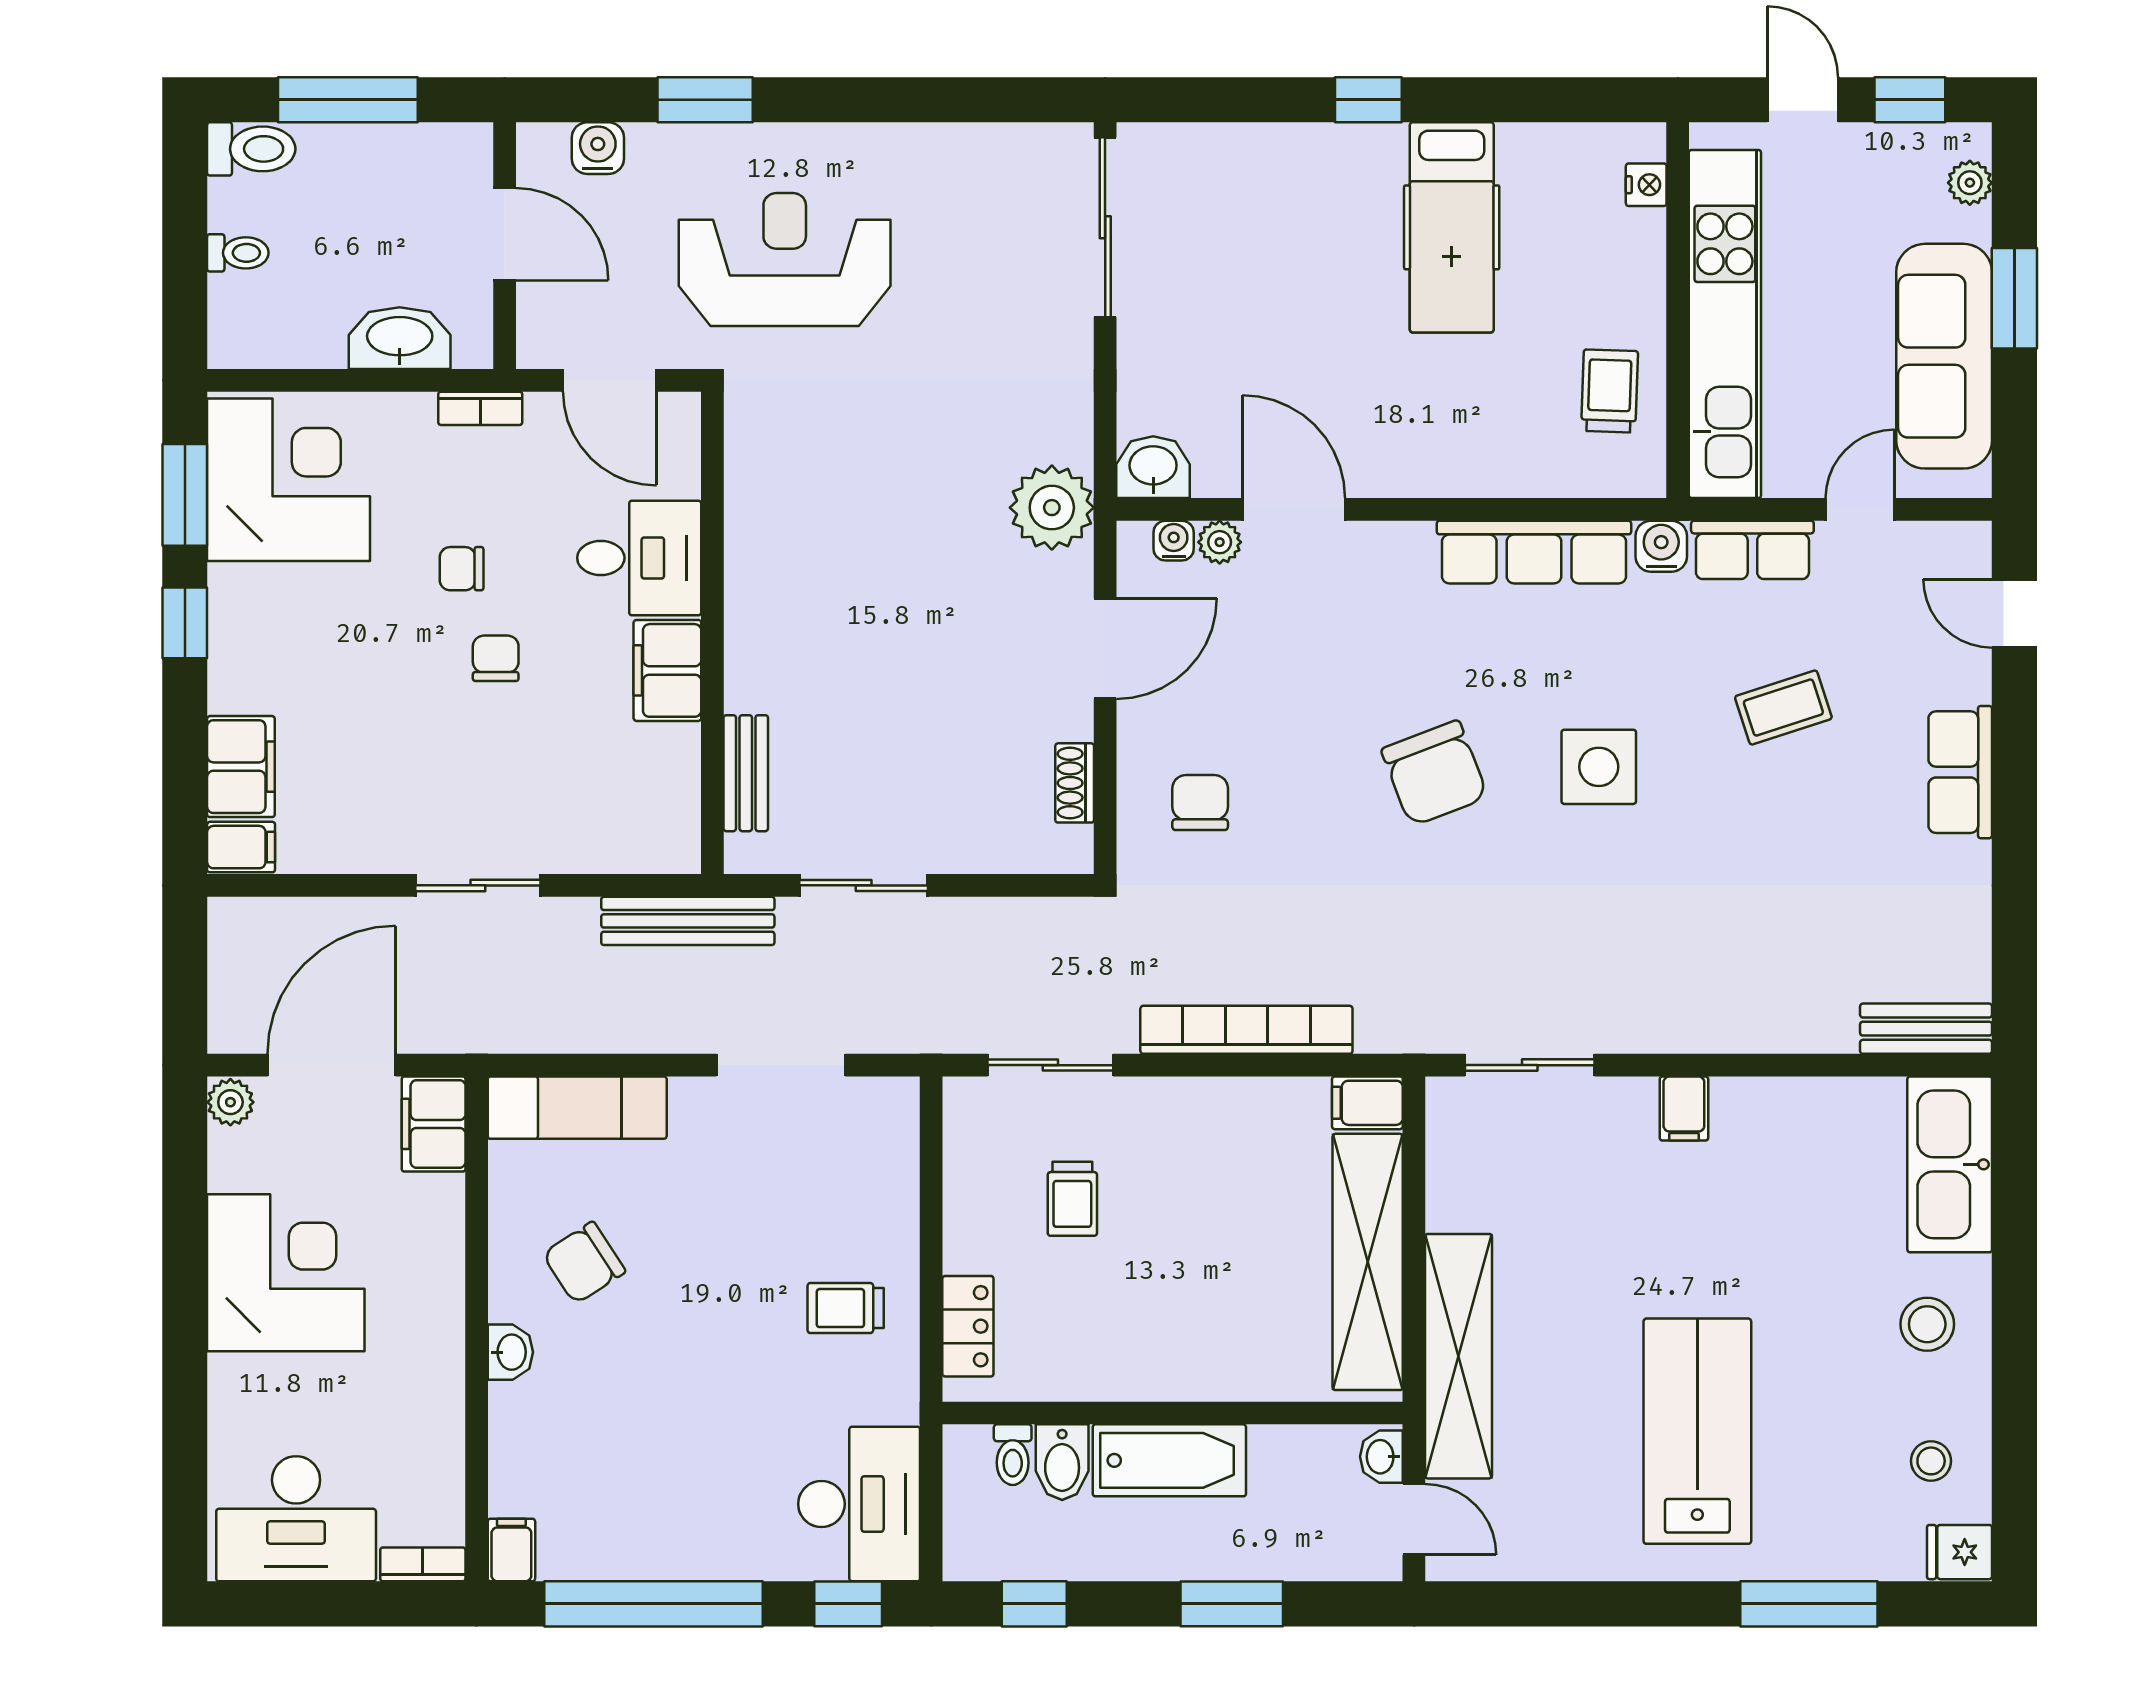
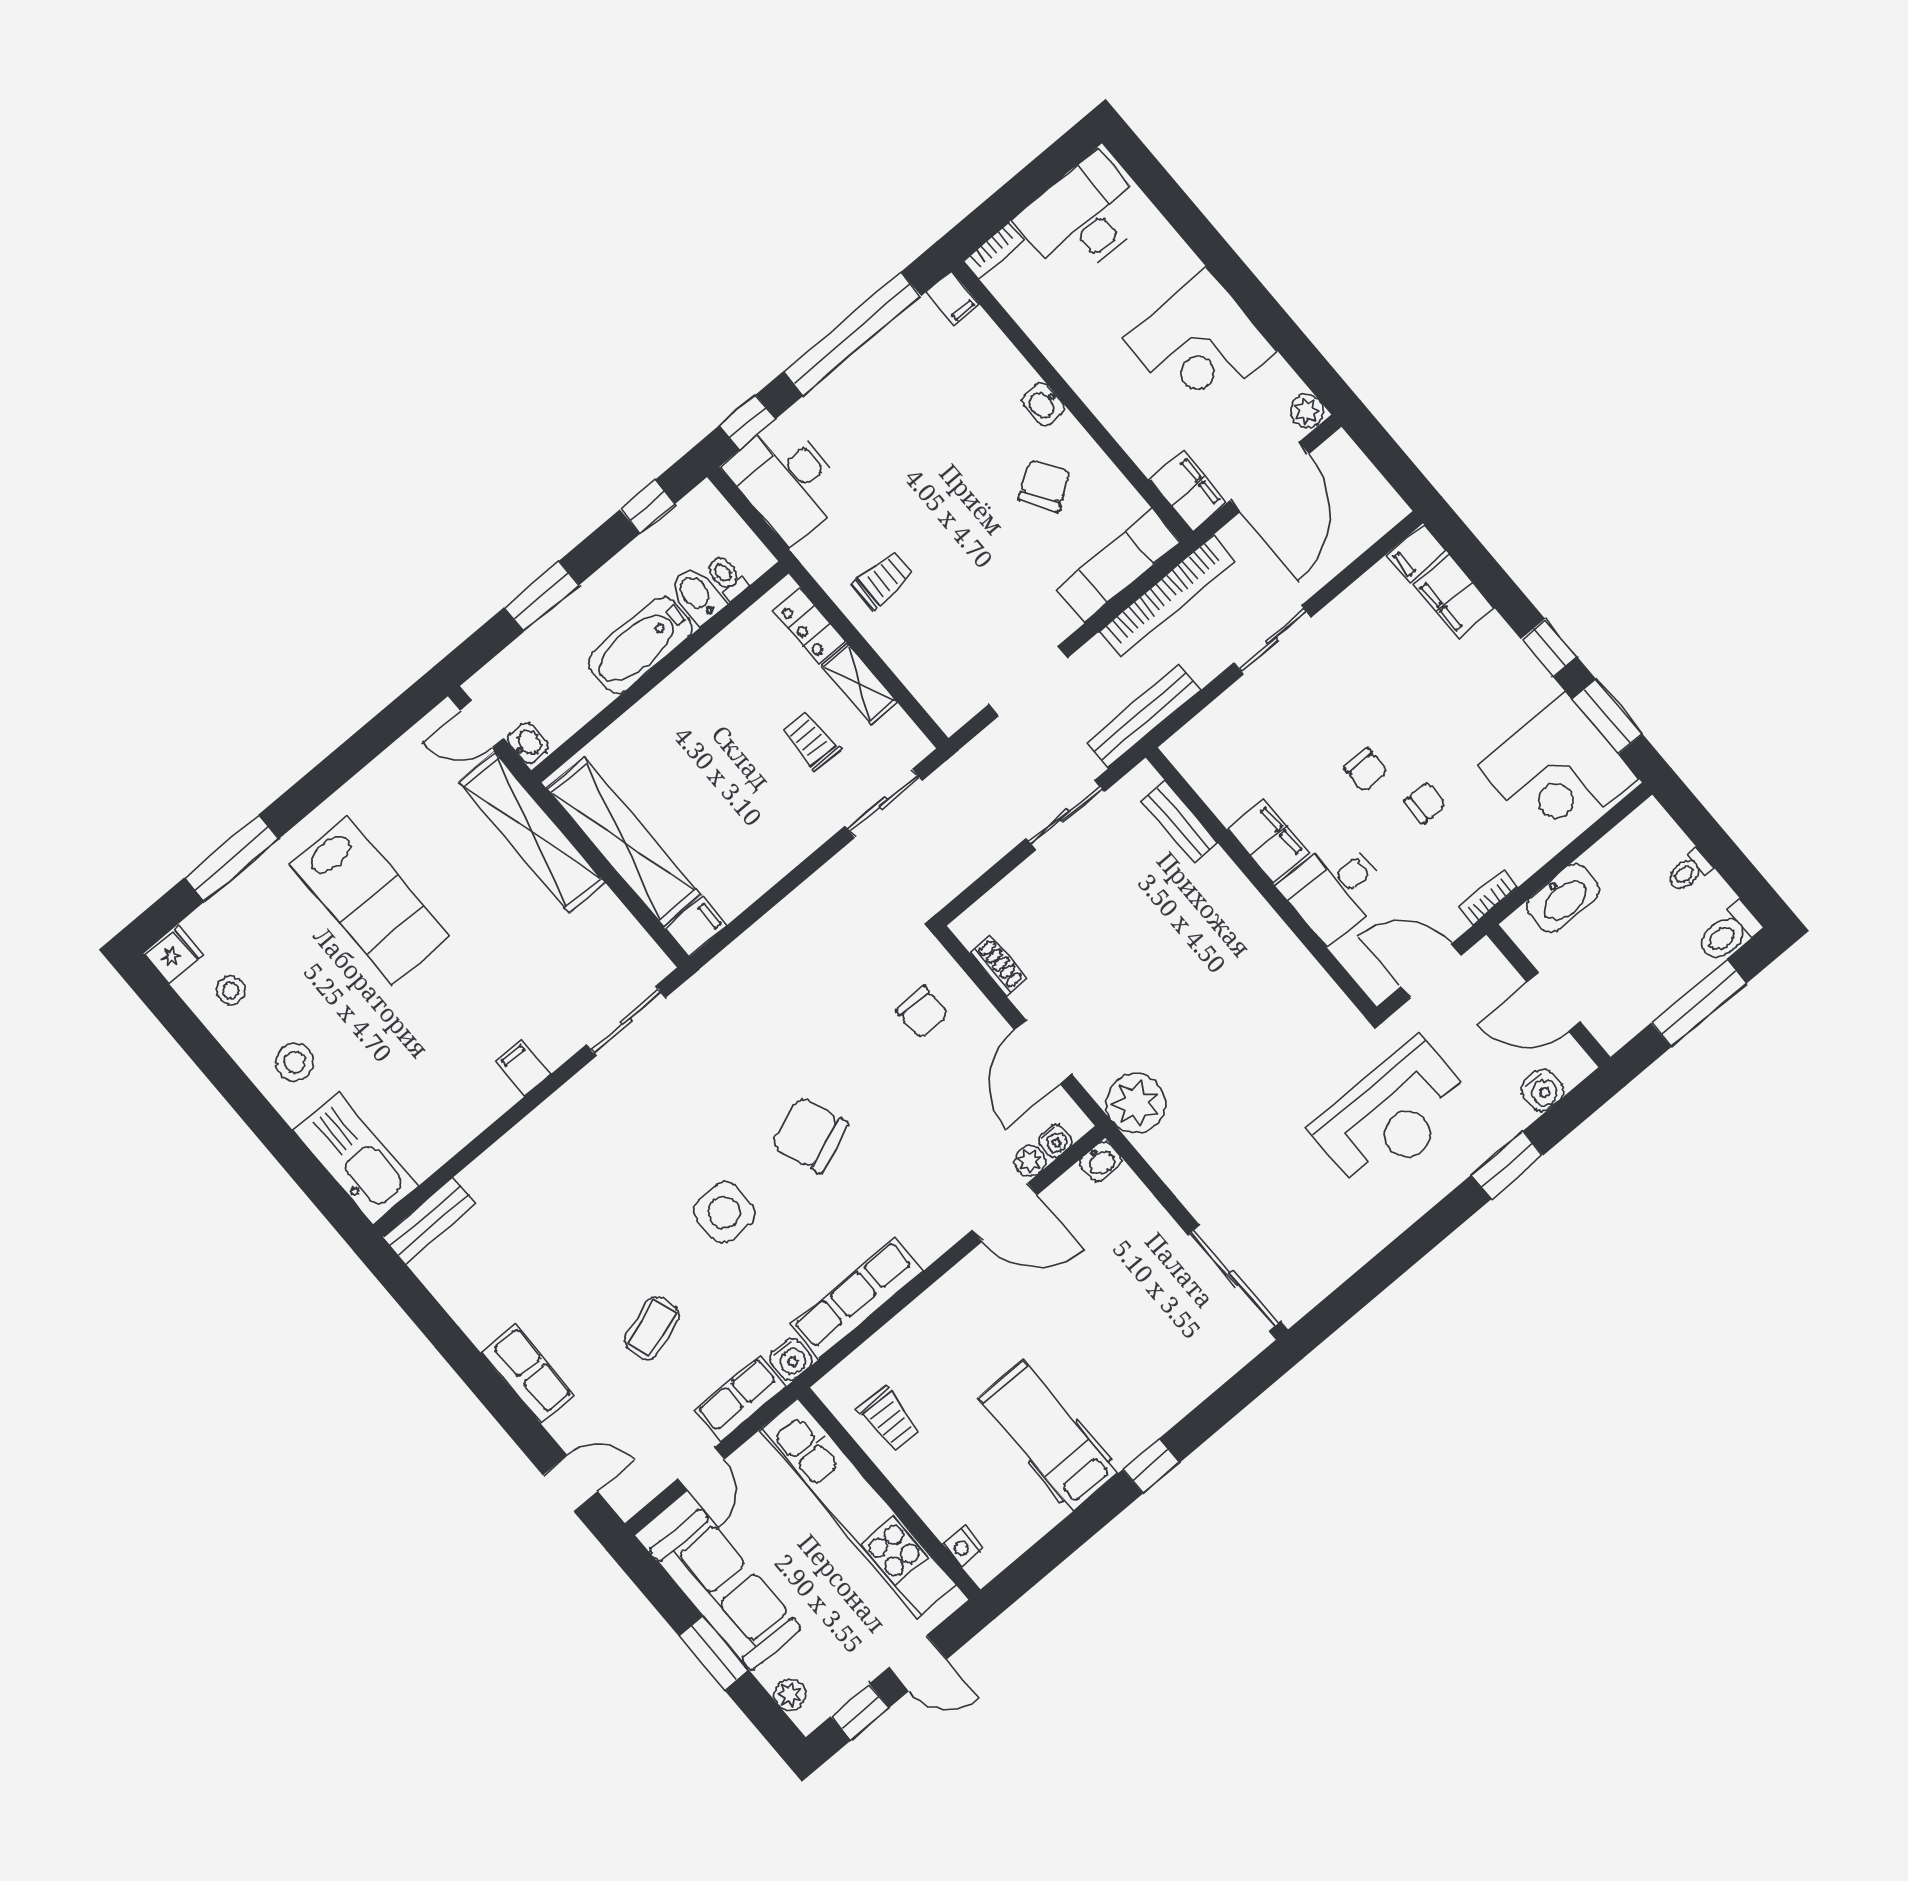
washbasin: (1153, 467) -> (1101, 1161), width x0.72, depth x0.69
bookcase: (1246, 1030) -> (1167, 597), moved
shelving: (967, 1217) -> (859, 684), added

